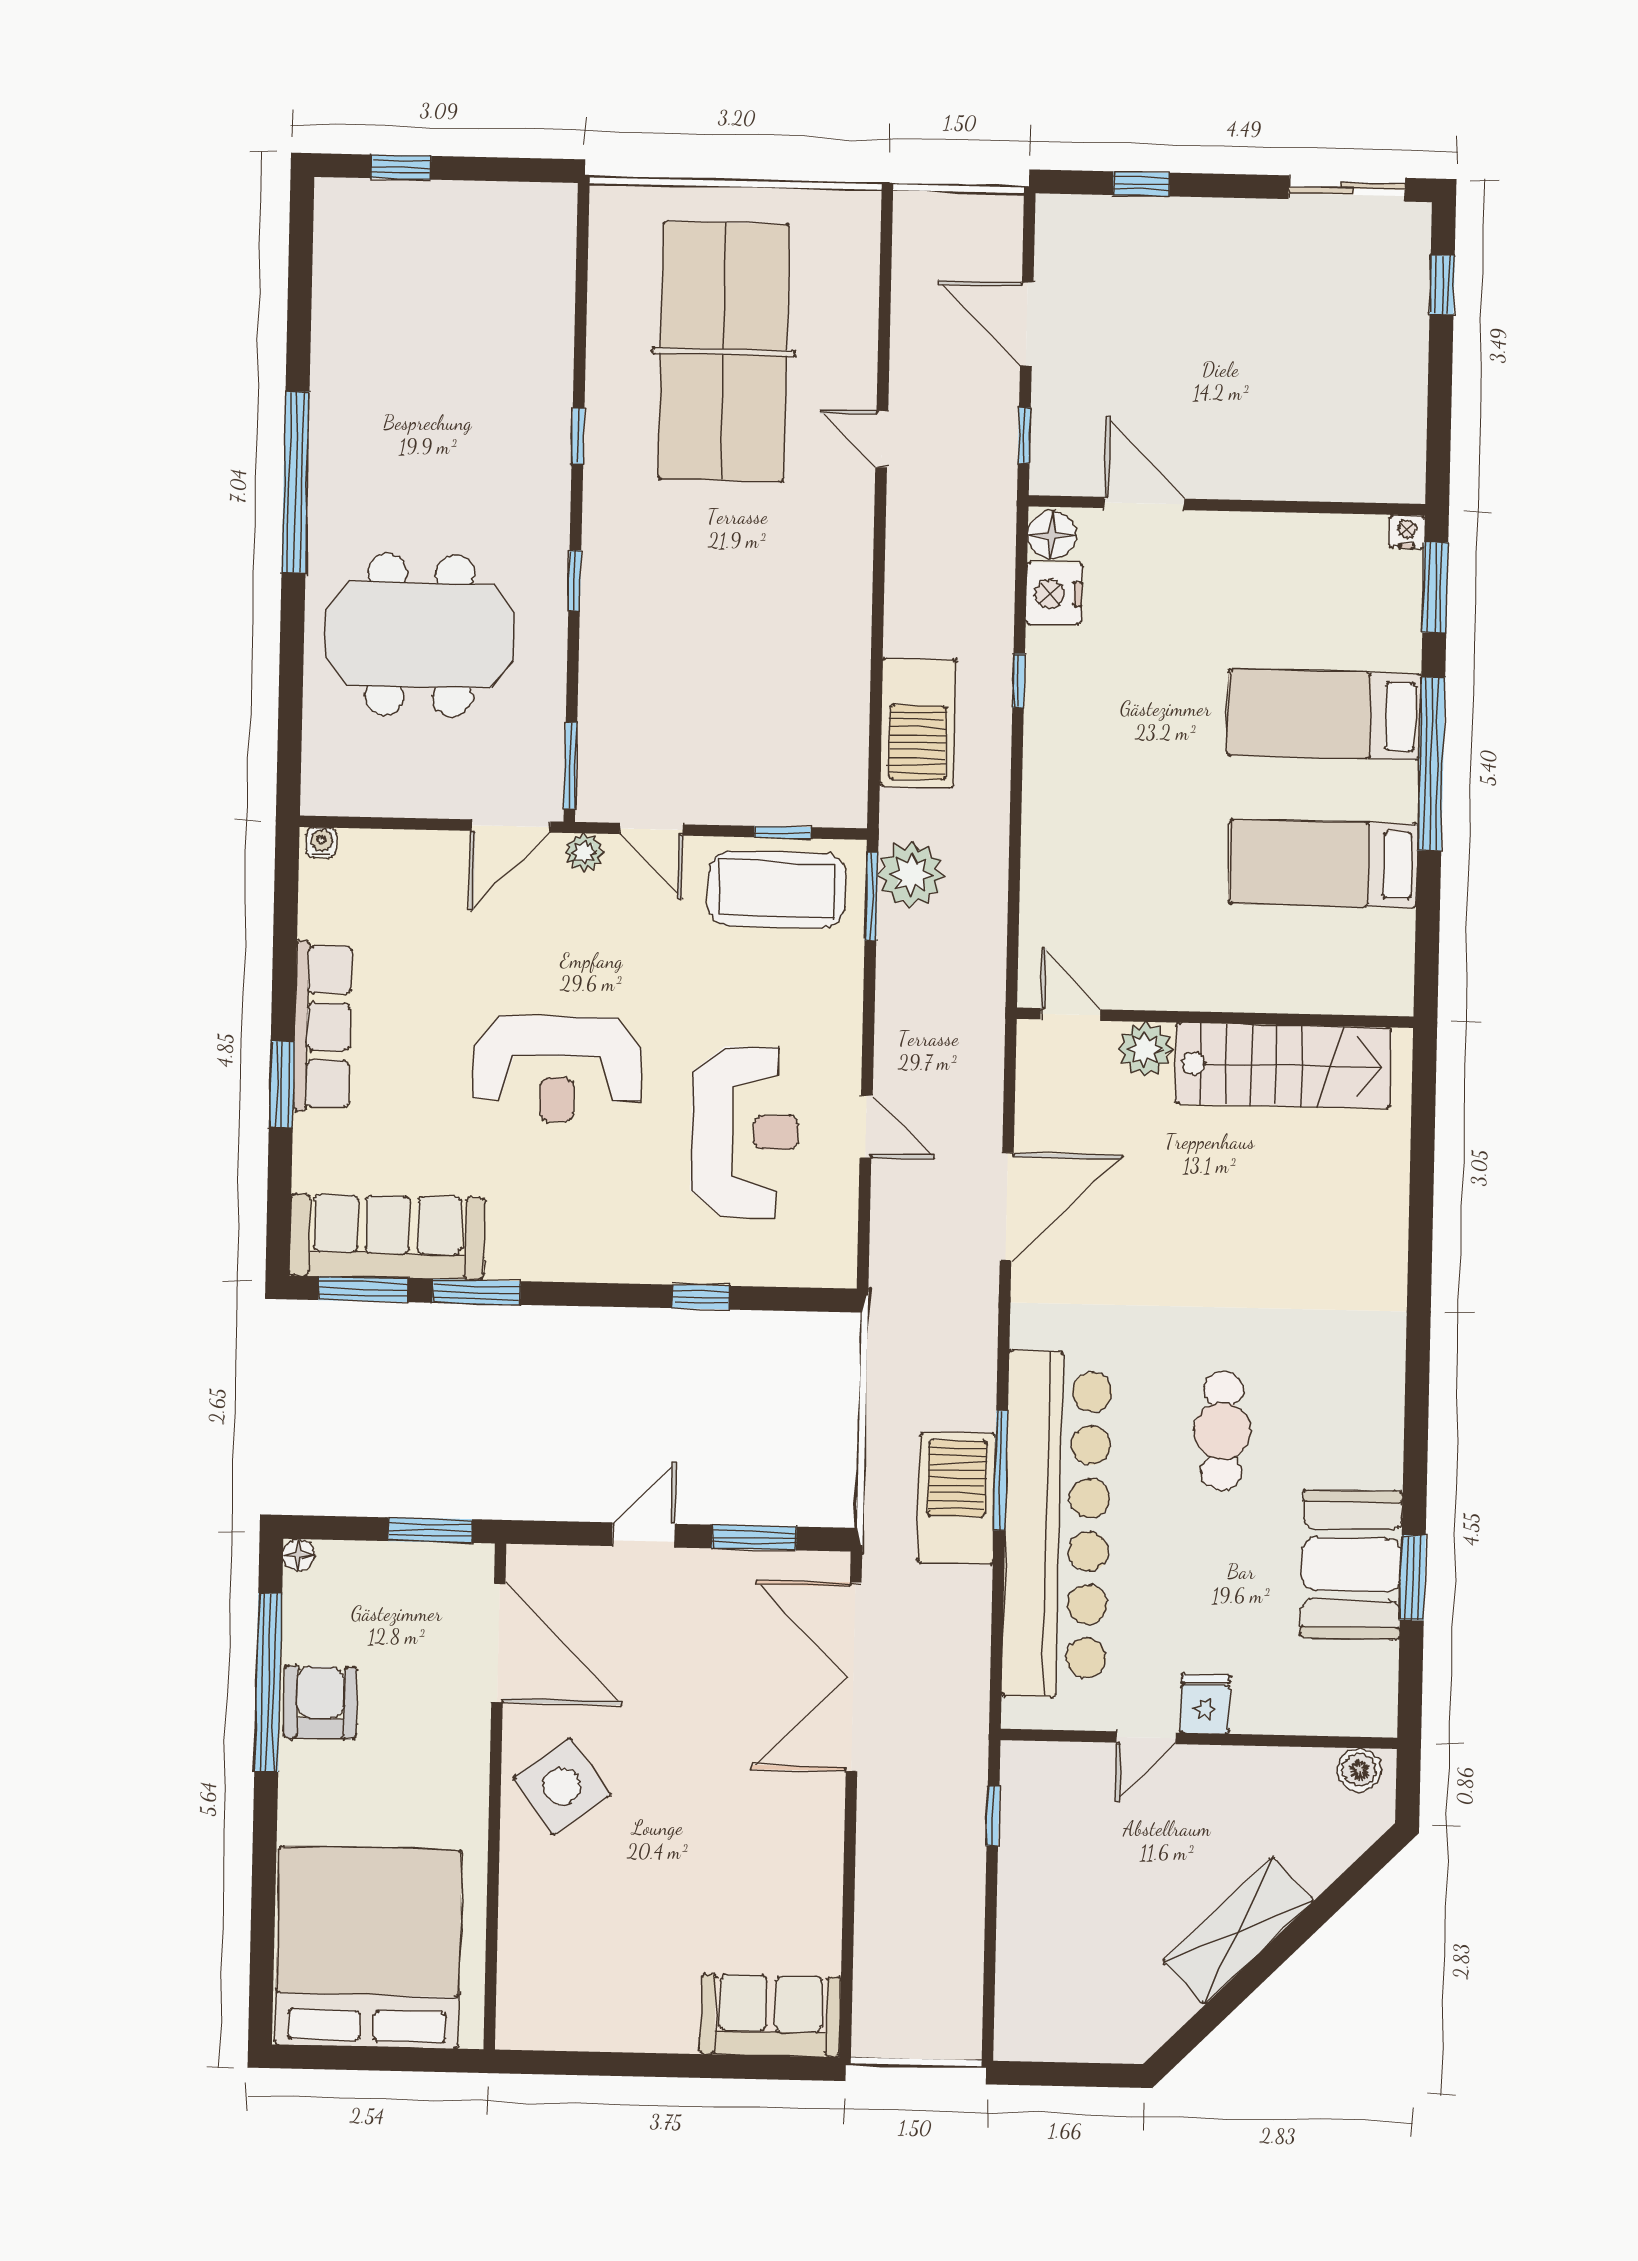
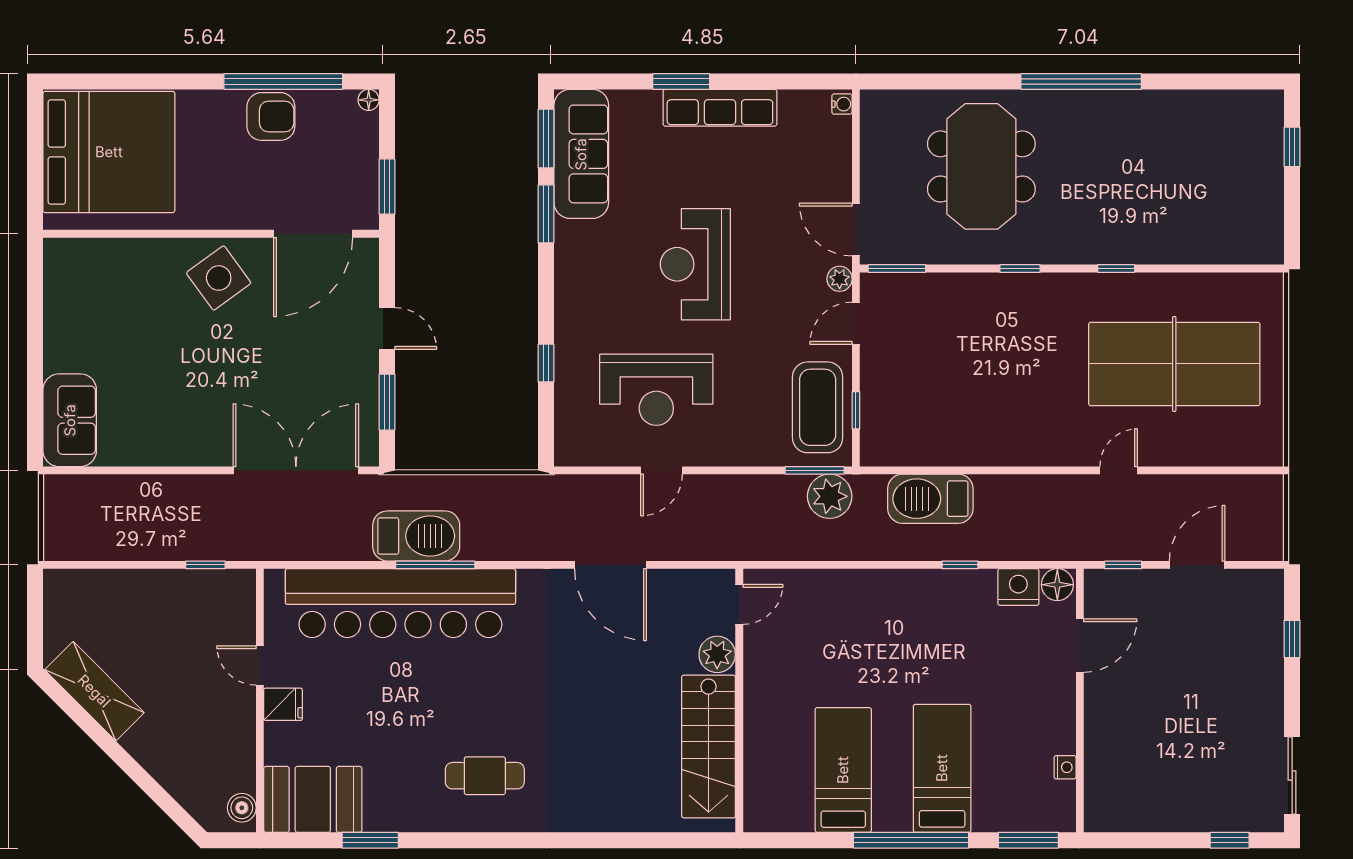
nightstand: (1407, 532) -> (1065, 767), moved
cafe table: (1222, 1431) -> (485, 776), moved
booth: (1352, 1565) -> (313, 799), moved
shelving: (1238, 1931) -> (94, 691), moved

